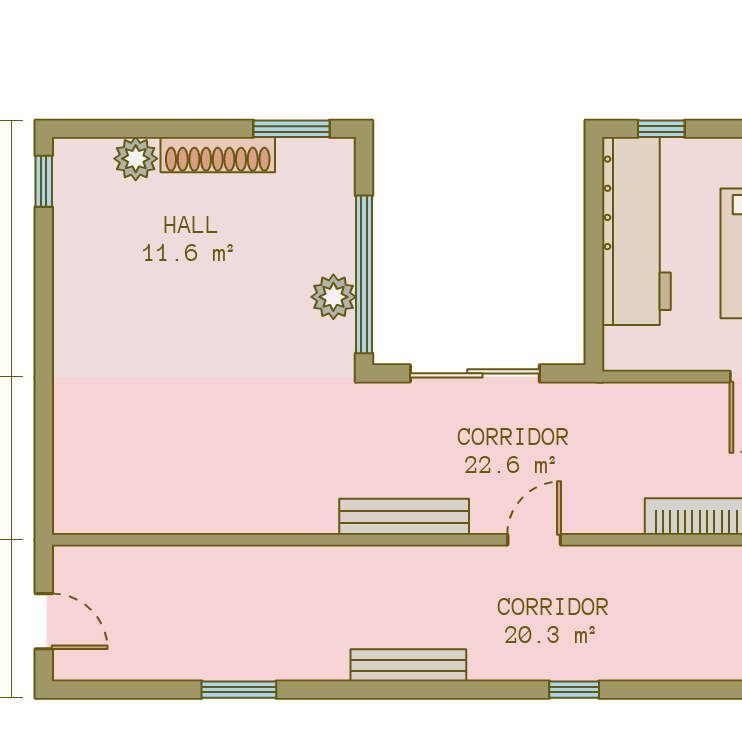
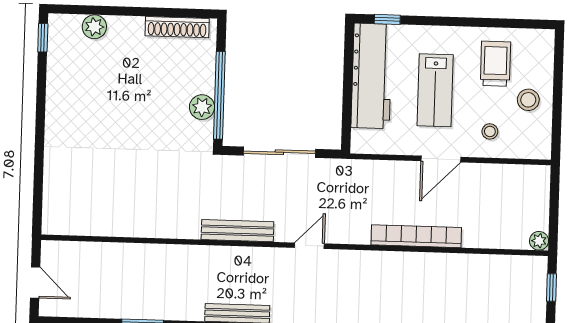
window: (292, 129) -> (182, 13), removed
shoe rack: (218, 155) -> (177, 27), moved

